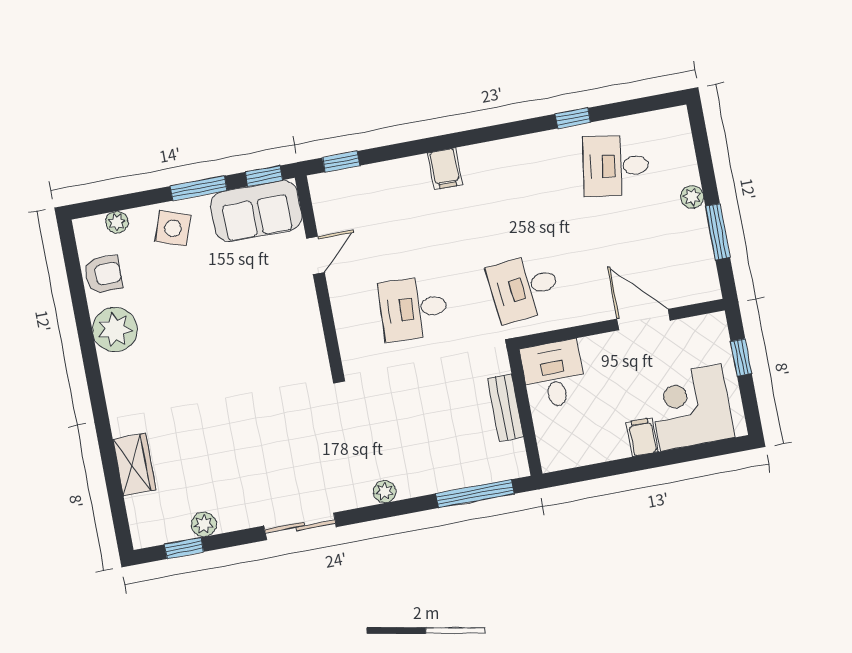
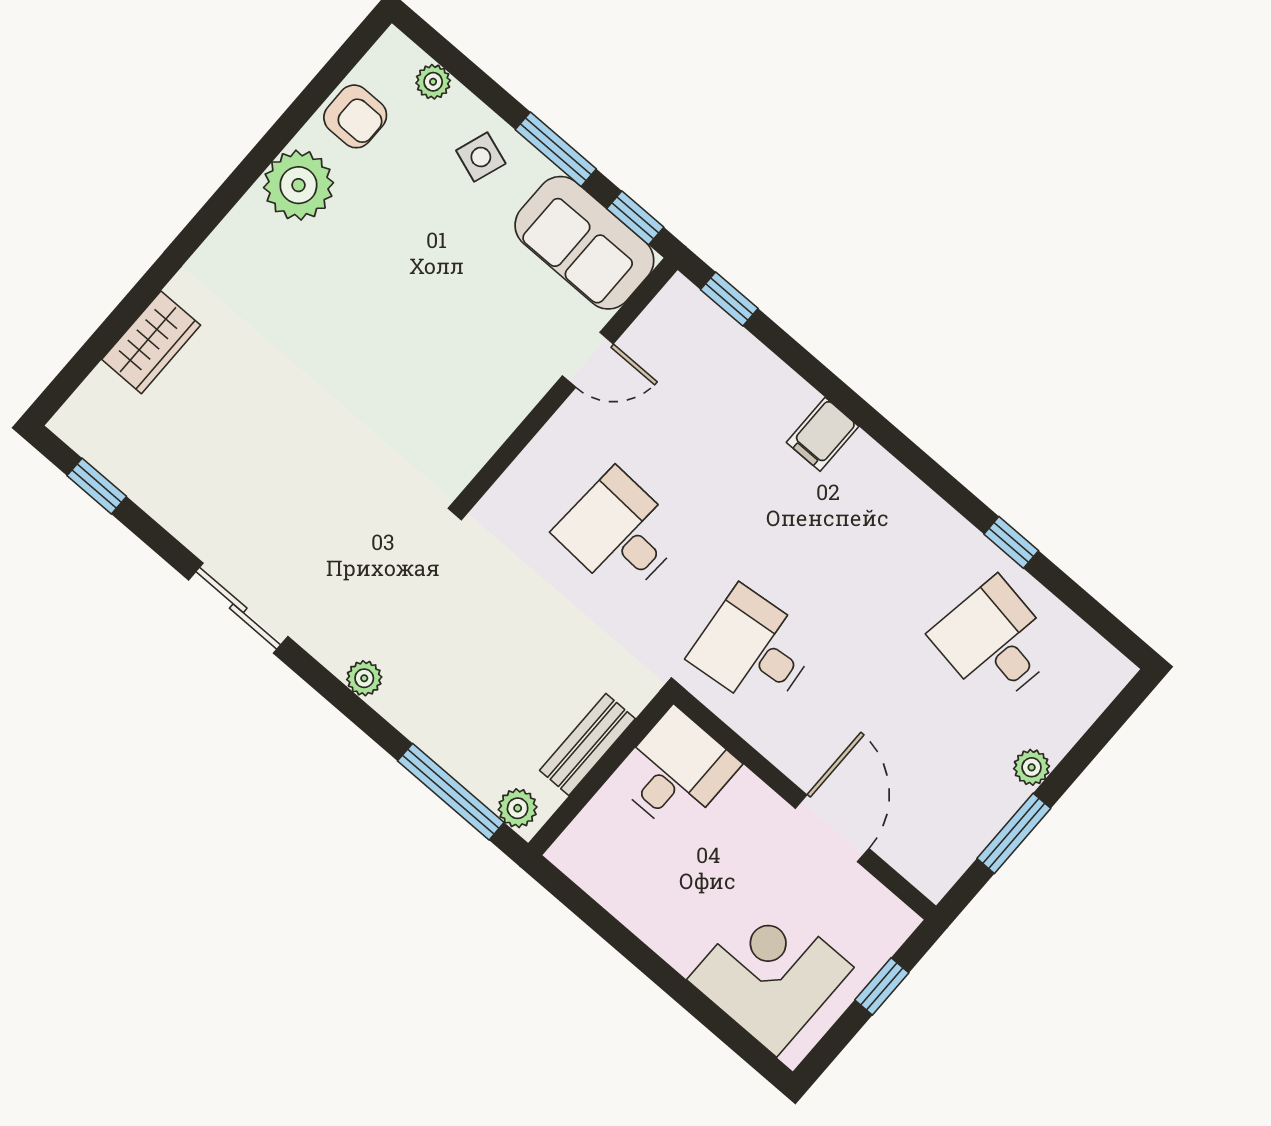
side table: (173, 228) -> (481, 157), width x0.73, depth x0.73
filing cabinet: (642, 437) -> (686, 943), removed
plant: (204, 524) -> (518, 808), moved

